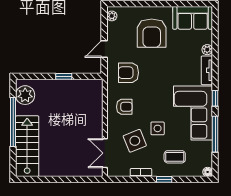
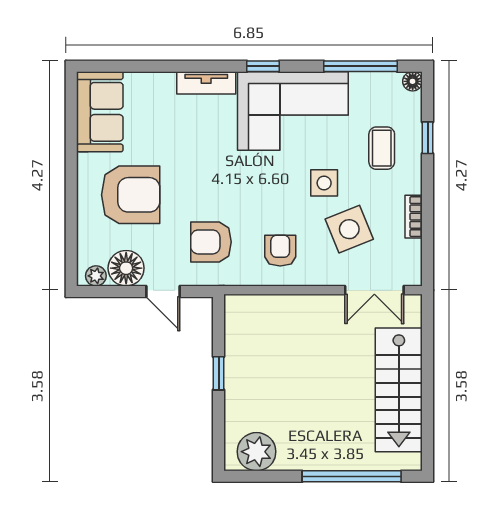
floor lamp: (116, 31) -> (126, 268), added
plant: (207, 50) -> (164, 82), removed
armchair: (128, 73) -> (211, 242), turned 90
window: (13, 122) -> (352, 476), moved
window: (215, 134) -> (360, 66), moved
stairs: (27, 146) -> (399, 390), moved, turned -90
window: (164, 179) -> (428, 138), moved

